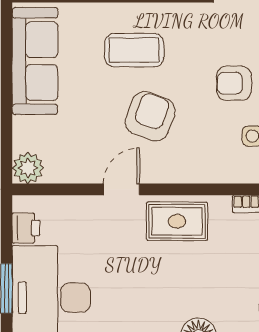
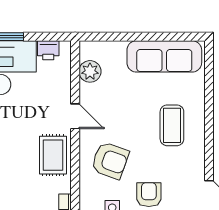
armchair: (150, 116) -> (110, 160), moved
plant: (28, 168) -> (90, 71), moved

